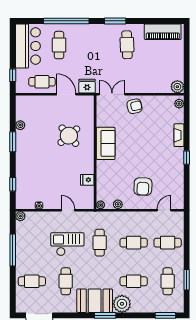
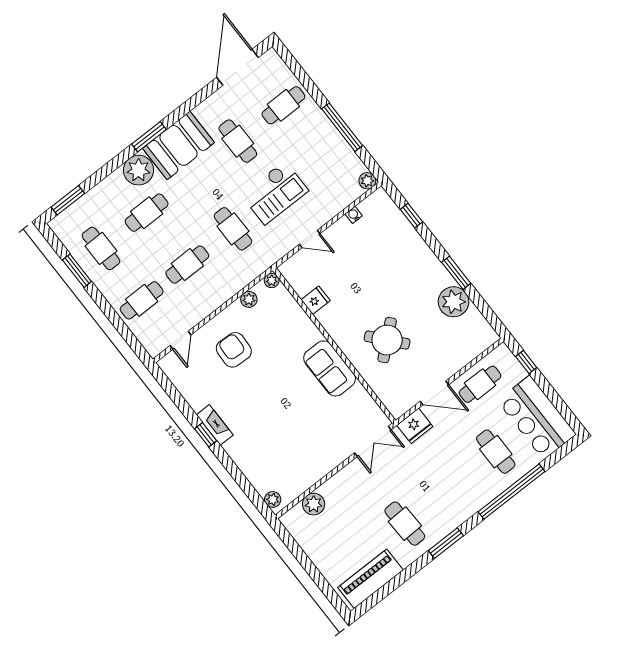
plant: (177, 87) -> (314, 504), moved
armchair: (135, 106) -> (330, 449), removed
plant: (20, 125) -> (454, 302), width x1.88, depth x1.88
fireplace: (179, 135) -> (215, 425), moved

